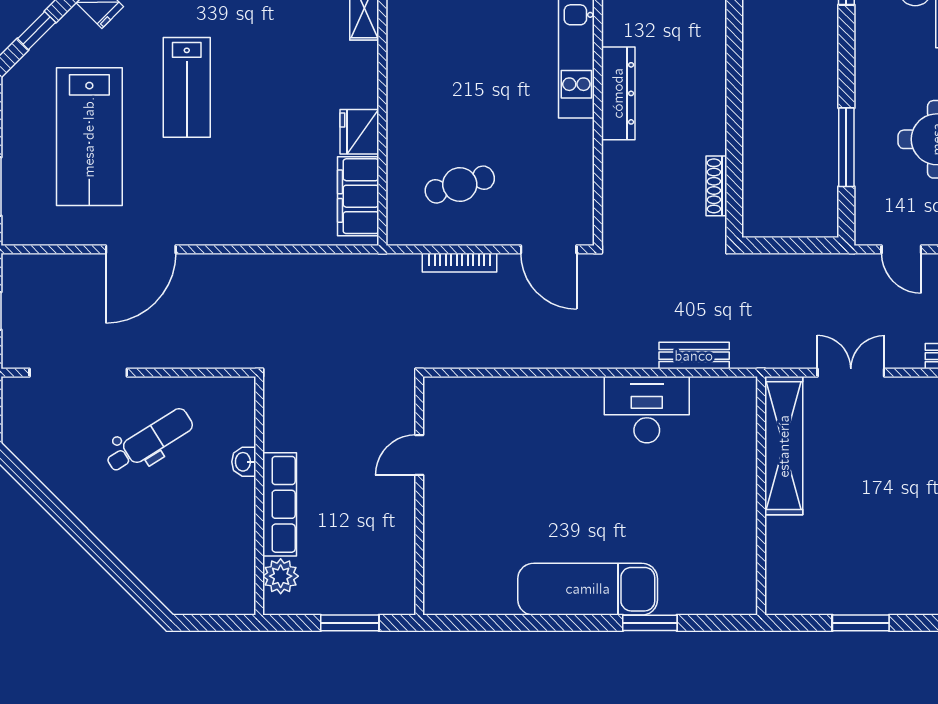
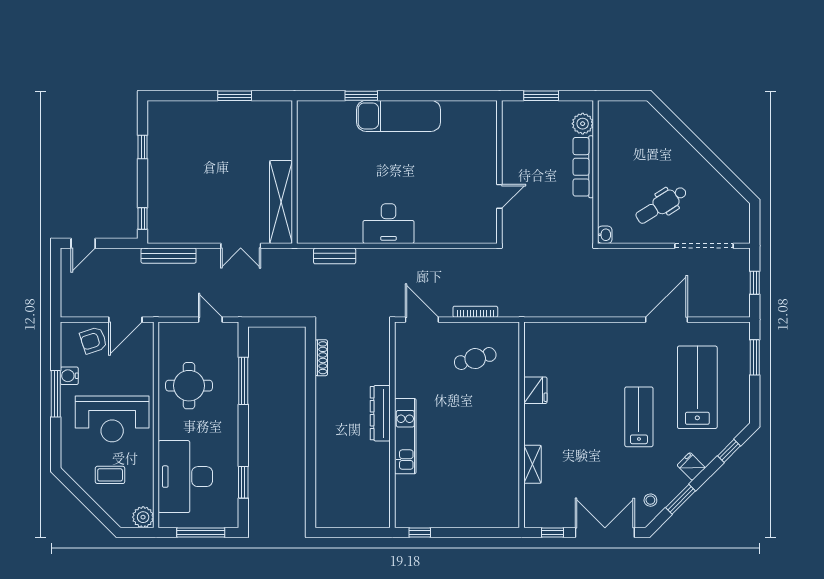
filing cabinet: (358, 196) -> (536, 352), removed
desk: (647, 410) -> (389, 224), moved
washbasin: (244, 462) -> (605, 235), moved

